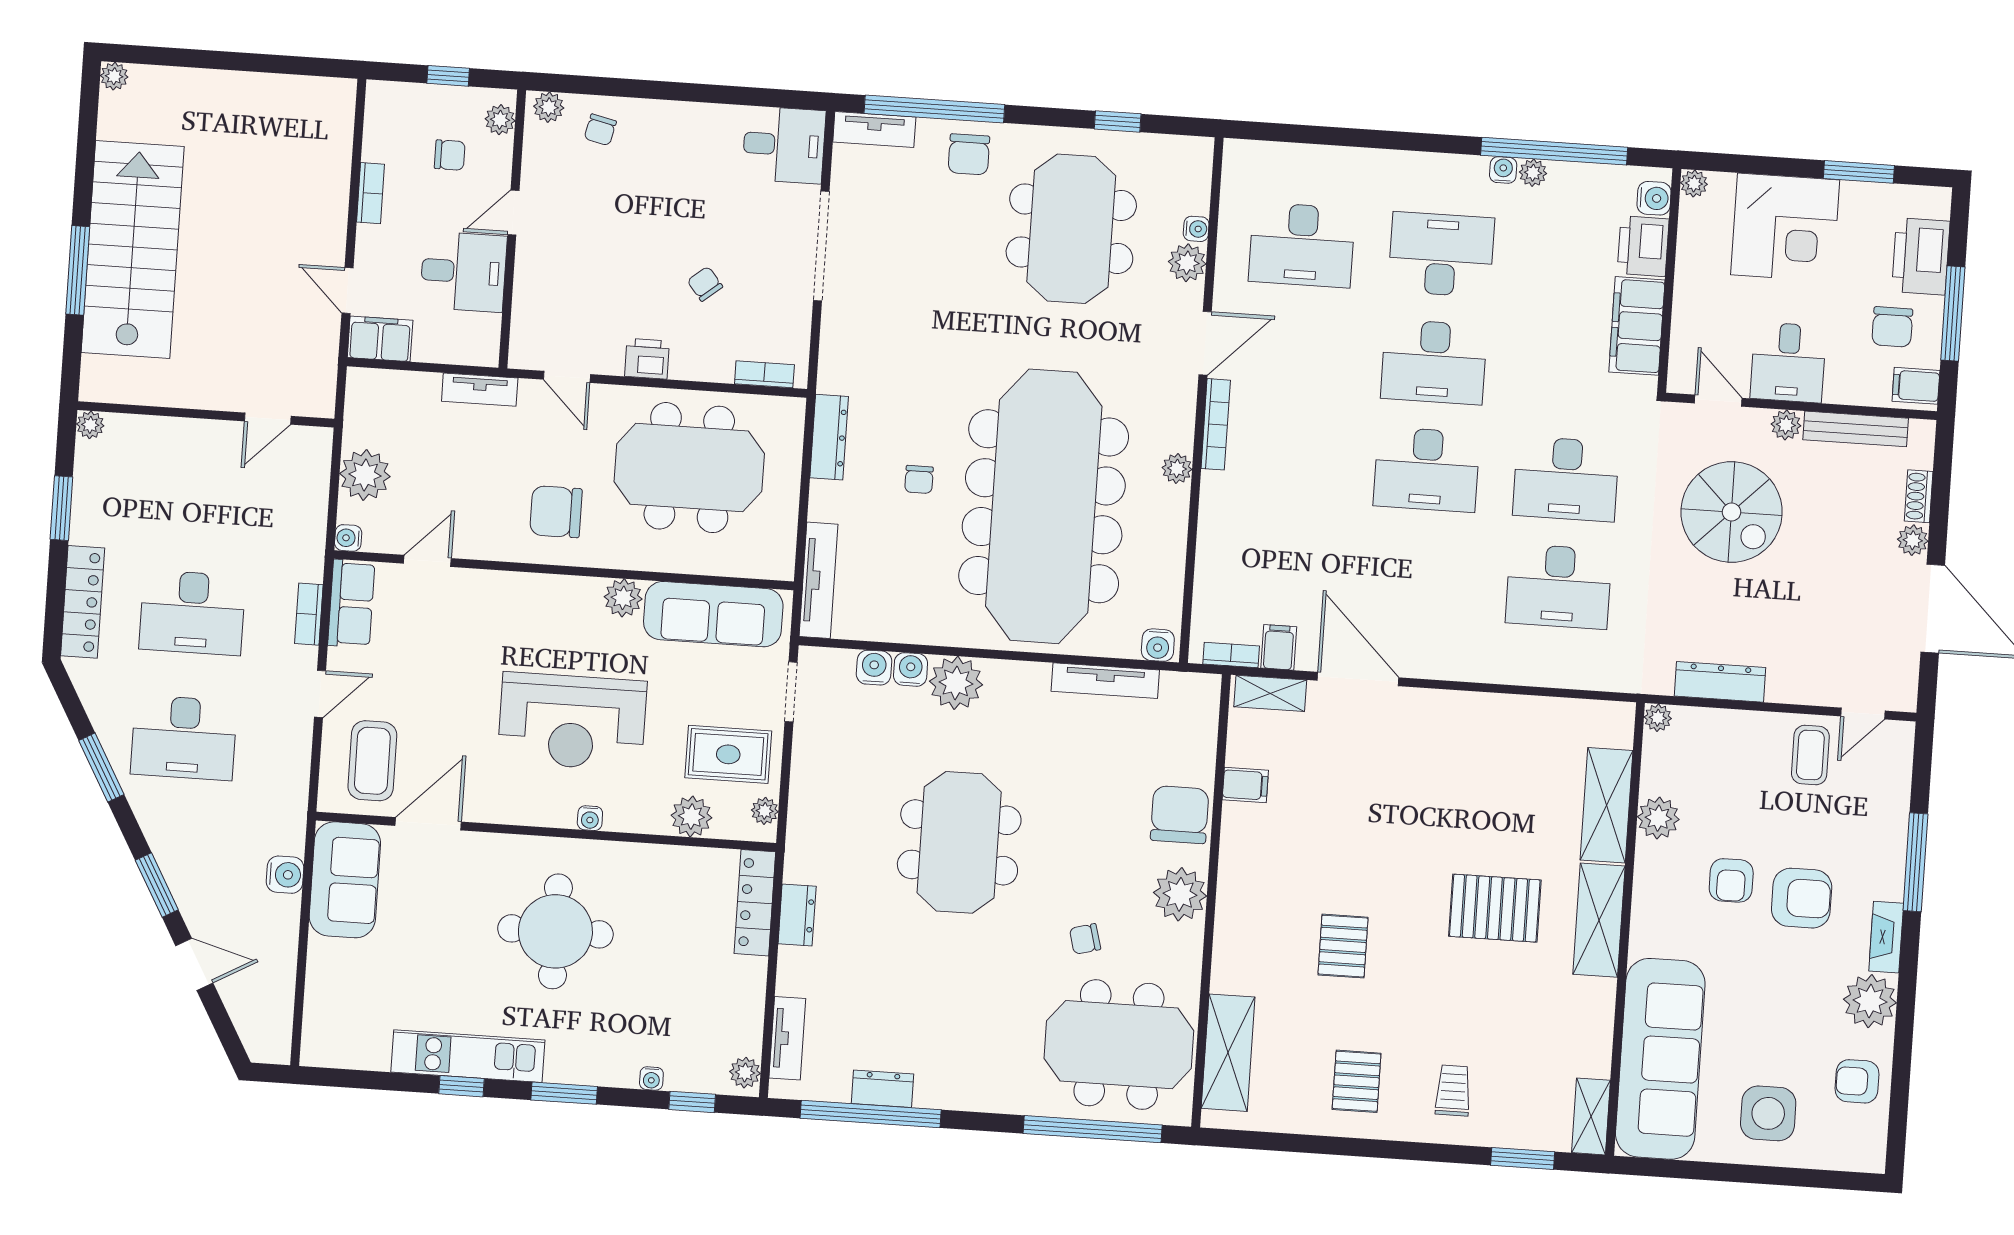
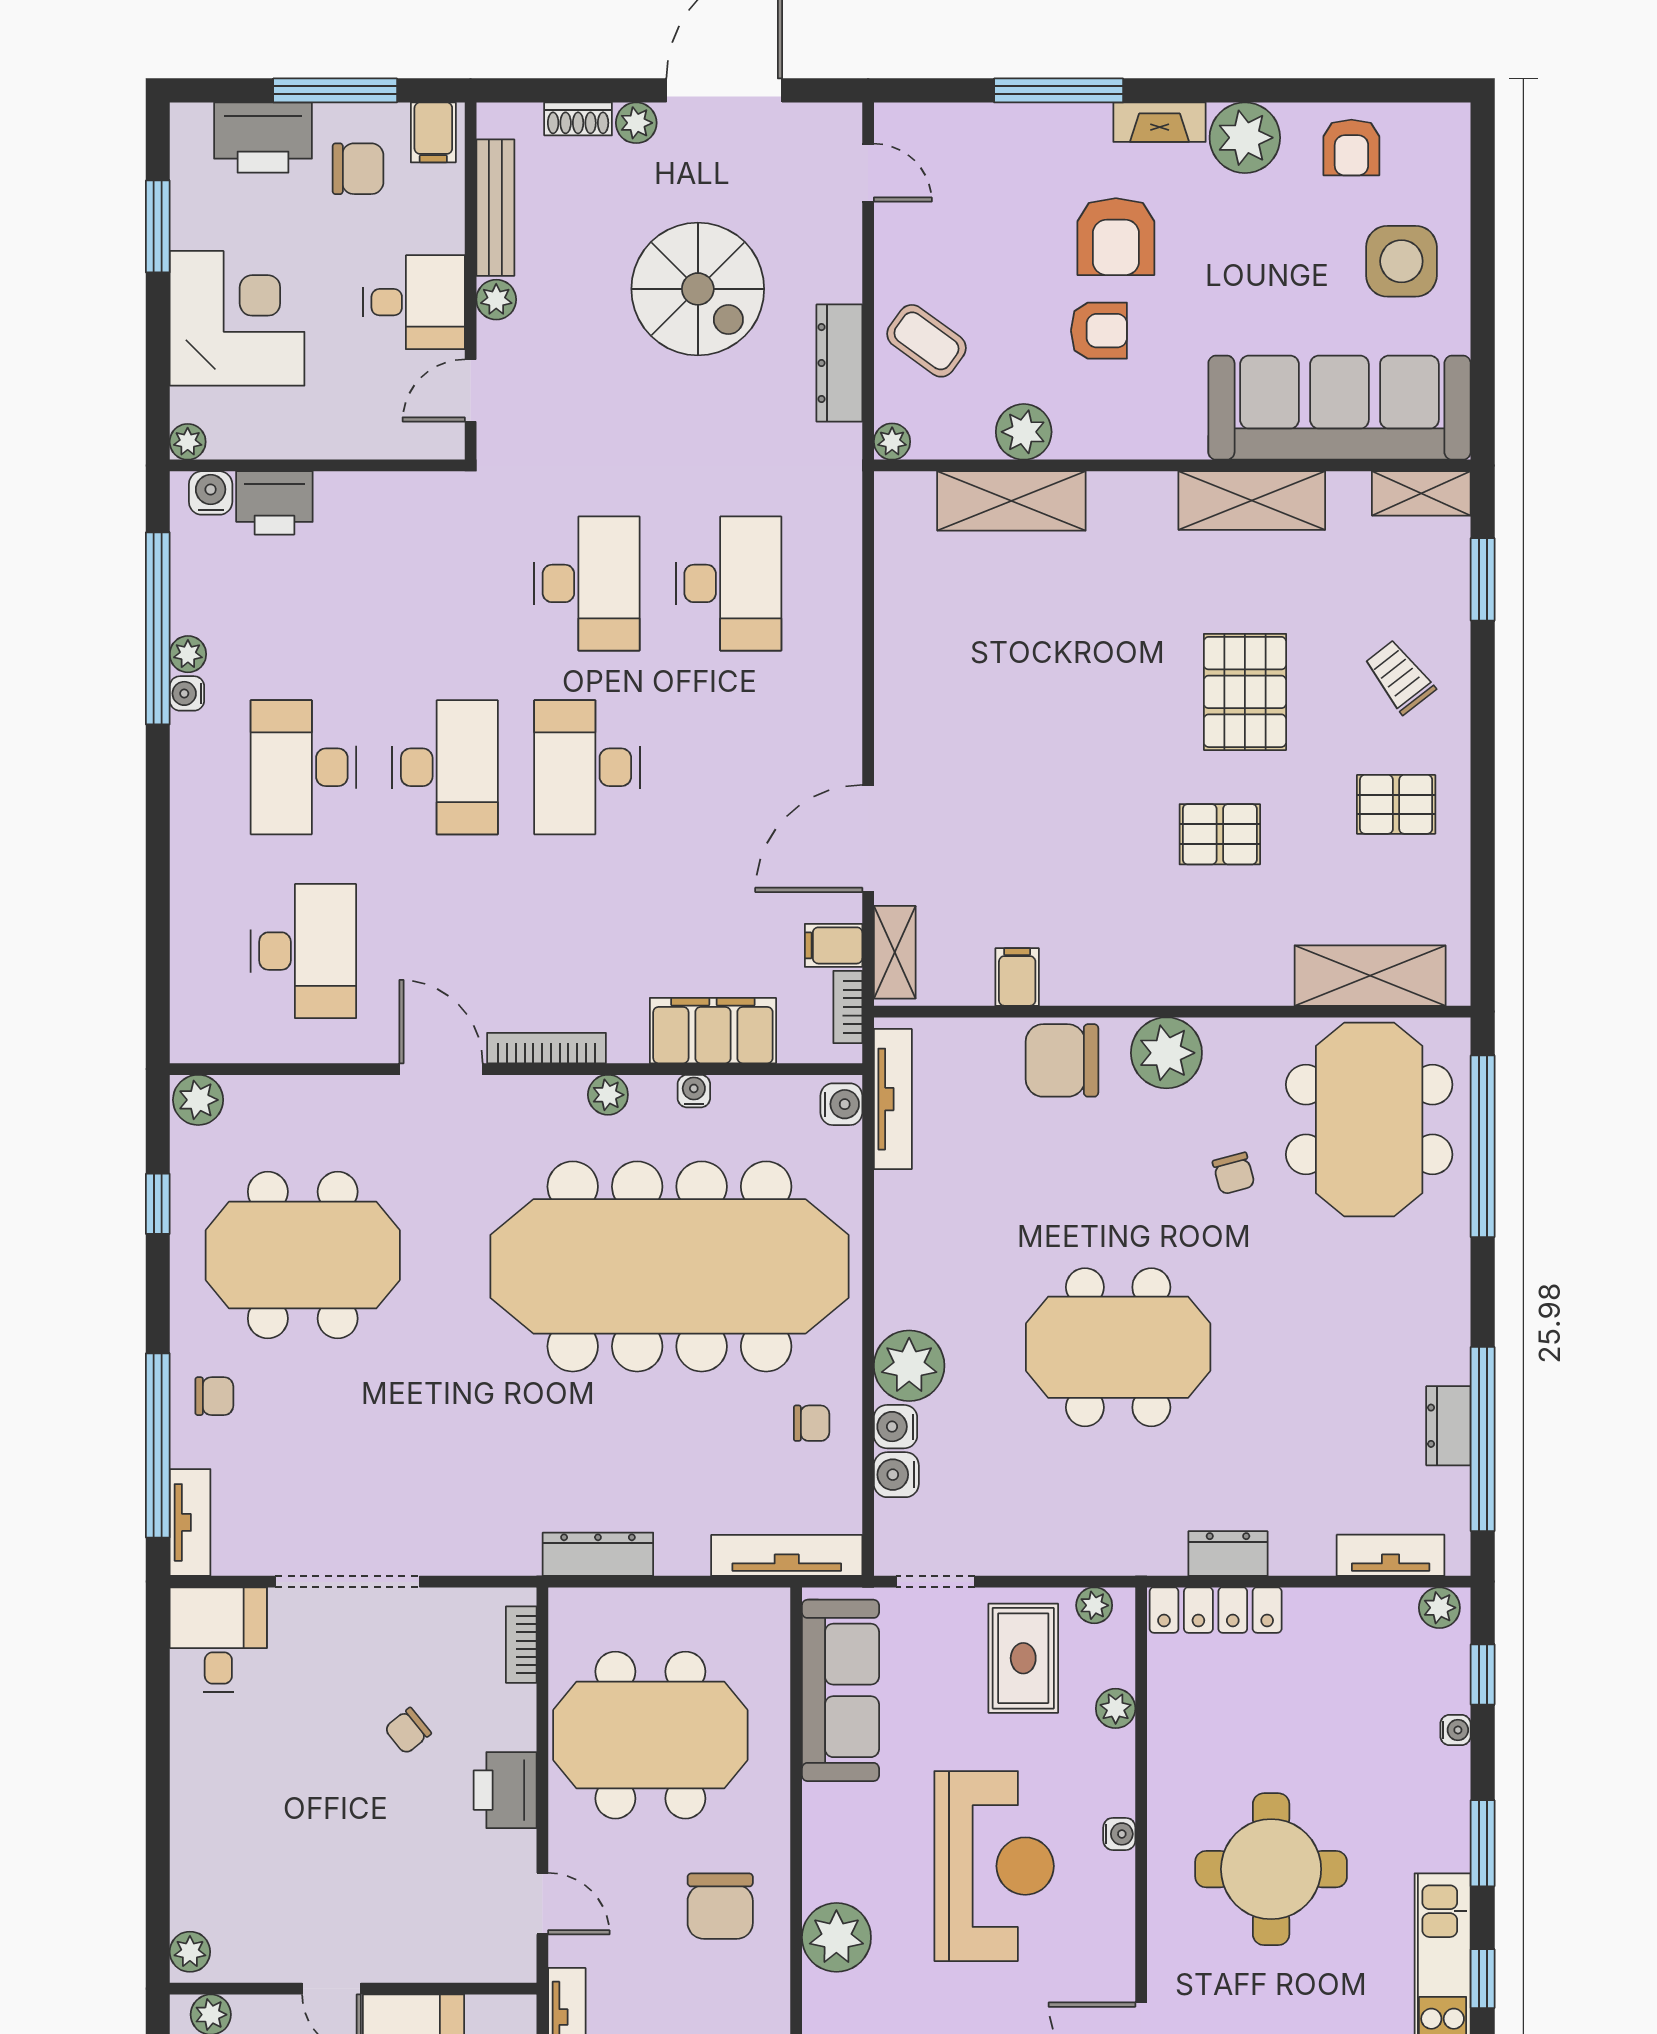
chair: (600, 130) -> (215, 1882), removed
chair: (969, 154) -> (214, 1396), width x0.73, depth x0.73
water cooler: (1196, 229) -> (694, 1091), moved
plant: (1187, 263) -> (198, 1100), moved
filing cabinet: (1637, 326) -> (713, 1031), moved, turned 180
printer: (647, 359) -> (505, 1790), width x1.36, depth x1.24
door: (567, 377) -> (542, 1904), hinge flipped
meeting table: (689, 468) -> (650, 1735), turned 90
desk: (1427, 469) -> (587, 767), turned 180
chair: (919, 479) -> (812, 1423), moved
spiral stairs: (1732, 512) -> (698, 289), moved, turned 90
plant: (623, 598) -> (836, 1937), moved, width x1.36, depth x1.36
tv unit: (1105, 681) -> (893, 1099), moved
coffee table: (1810, 755) -> (926, 341), moved, turned 36
plant: (691, 817) -> (1116, 1708), width x0.73, depth x0.73
armchair: (1802, 898) -> (1116, 237), turned 180
pallet: (1495, 908) -> (1245, 692), moved
shelving: (1599, 920) -> (1252, 501), moved
trolley: (1453, 1091) -> (1400, 677), turned 52

